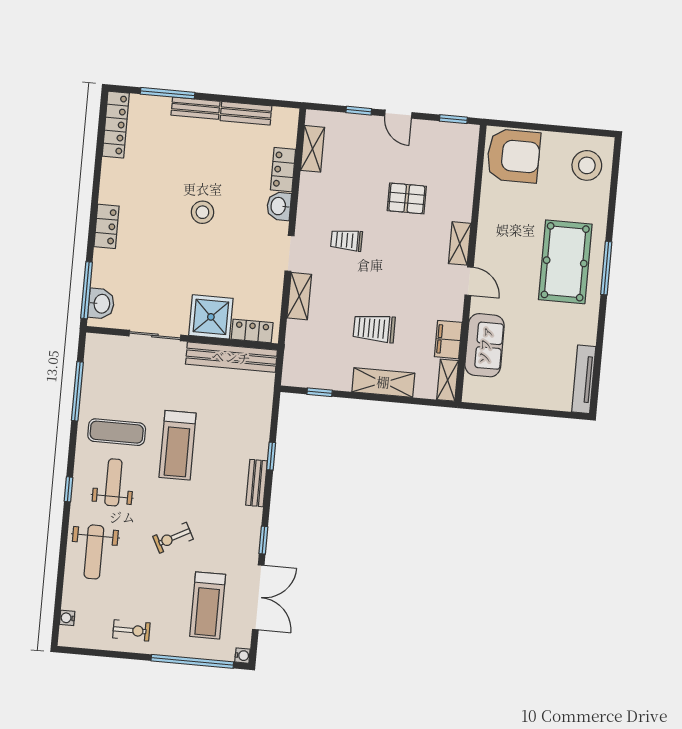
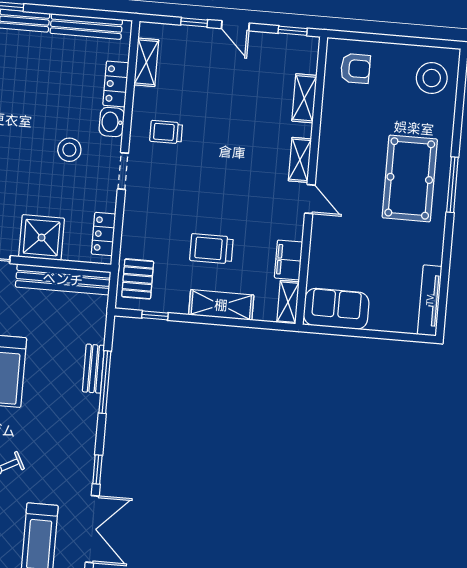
bench: (246, 113) -> (86, 26), width x1.36
armchair: (513, 156) -> (355, 68), width x0.53, depth x0.53
pallet: (407, 198) -> (138, 279), moved, turned 90
stool: (202, 212) -> (69, 150), moved
trolley: (347, 240) -> (166, 132), moved
shelving: (299, 296) -> (304, 98), moved
locker: (252, 331) -> (104, 234), moved, turned -90
sofa: (485, 345) -> (336, 309), moved, turned -90
window: (271, 456) -> (105, 382), width x2.17
bench: (256, 483) -> (93, 369), moved

